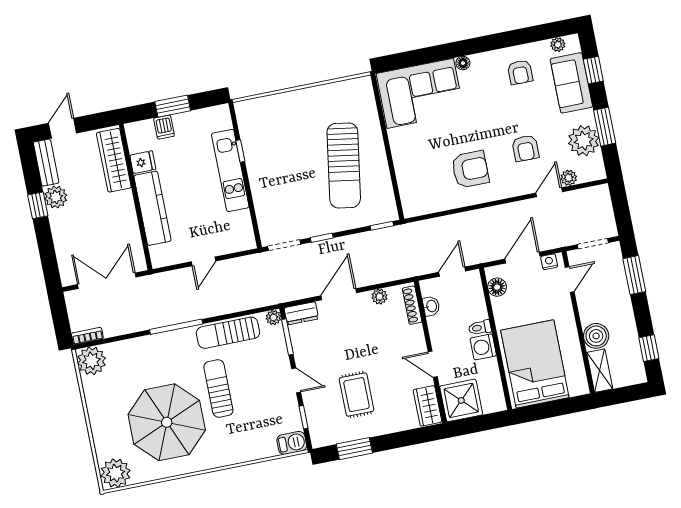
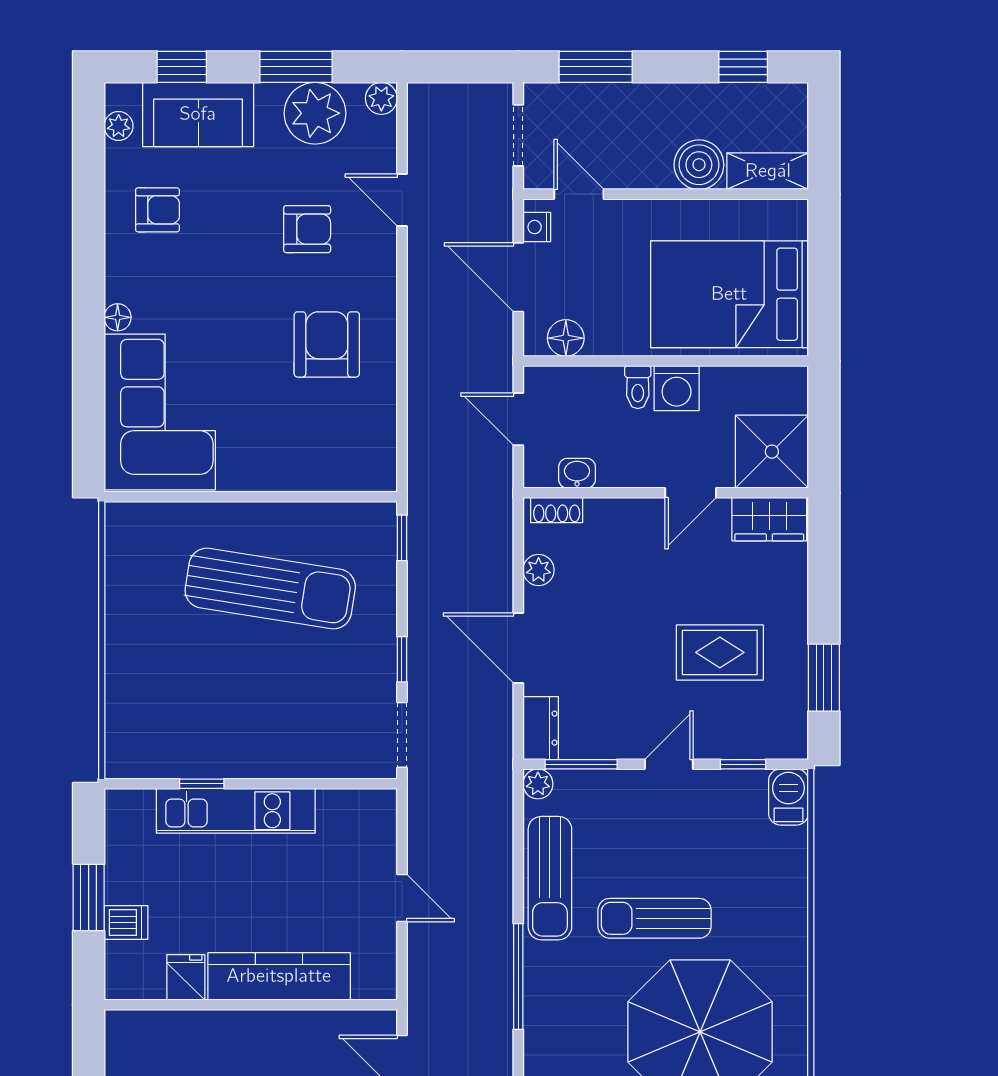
wardrobe: (114, 160) -> (171, 1033), removed
plant: (569, 178) -> (381, 98), moved
shoe rack: (412, 305) -> (557, 510), width x0.70

